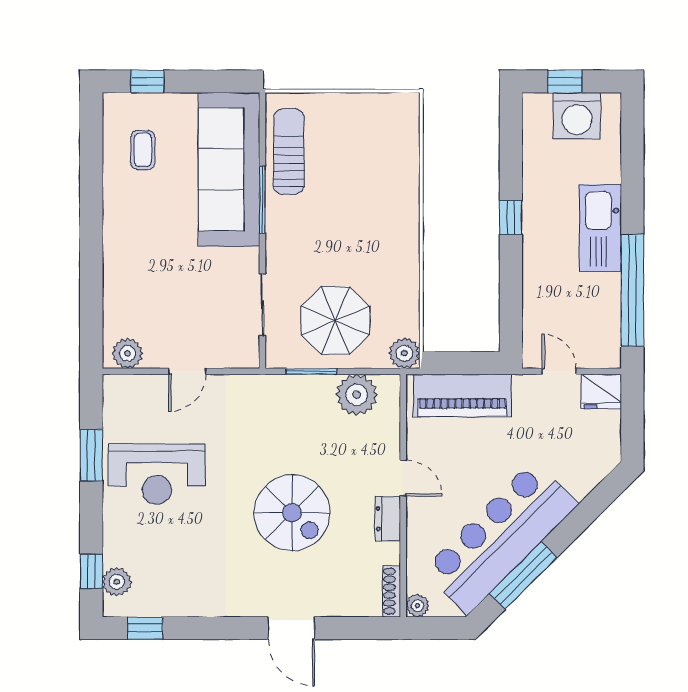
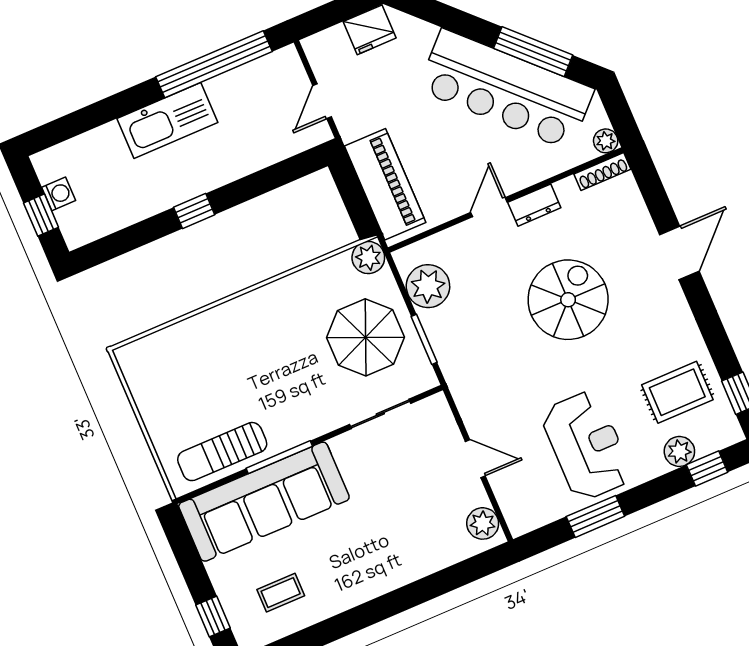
washing machine: (577, 116) -> (59, 194), width x0.53, depth x0.53
fridge: (601, 391) -> (370, 30), moved, turned 90
rug: (170, 574) -> (677, 392), added
plant: (117, 582) -> (679, 451), moved

